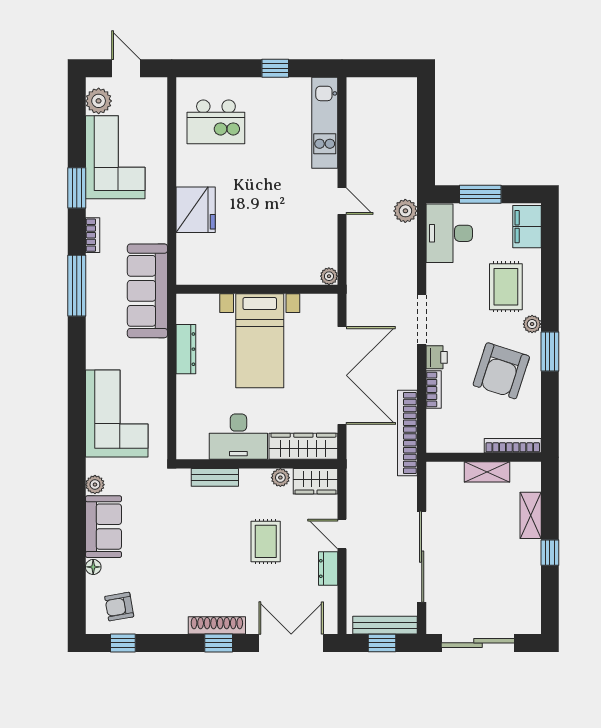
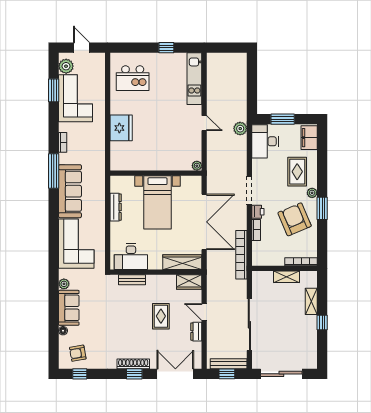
window: (77, 188) -> (54, 90), moved
sofa: (147, 291) -> (70, 191), moved, turned 180
armchair: (501, 371) -> (295, 219), turned 139
desk: (238, 437) -> (131, 257), moved
plant: (280, 478) -> (169, 280), removed

